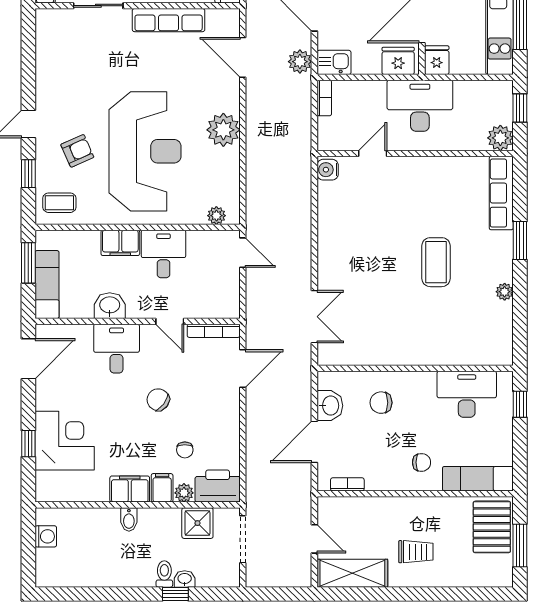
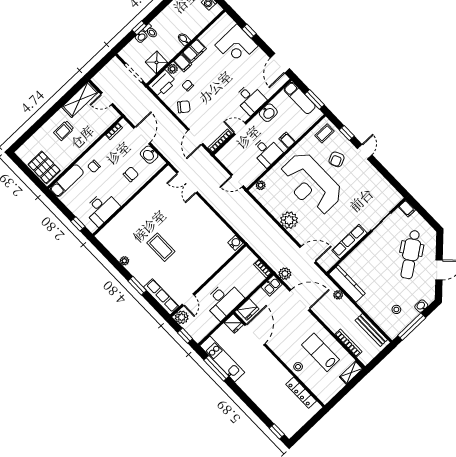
door: (373, 153) -> (188, 300), moved
filing cabinet: (120, 243) -> (287, 140), width x0.50
chair: (158, 400) -> (184, 107), moved
window: (520, 546) -> (27, 171), removed

